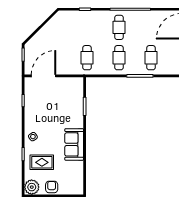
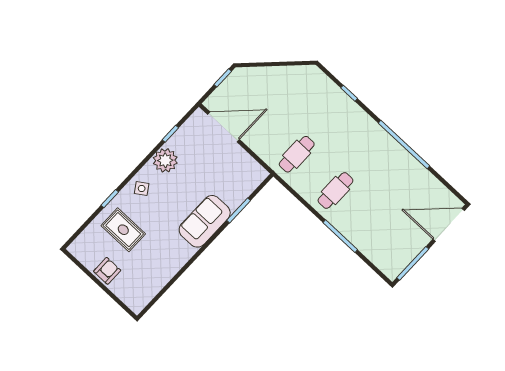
cafe table: (119, 27) -> (370, 154), removed
cafe table: (151, 58) -> (374, 227), removed
sofa: (74, 144) -> (205, 221), moved
plant: (32, 187) -> (165, 160), moved

